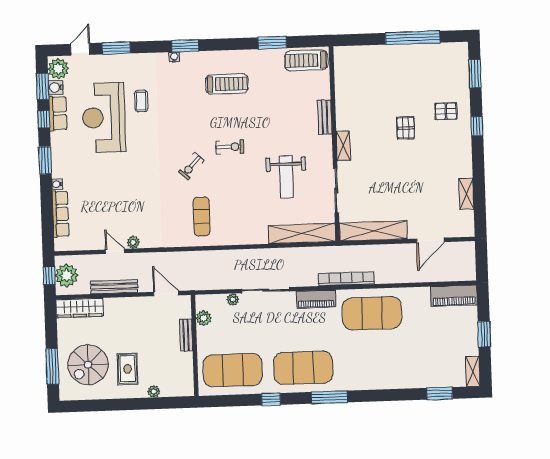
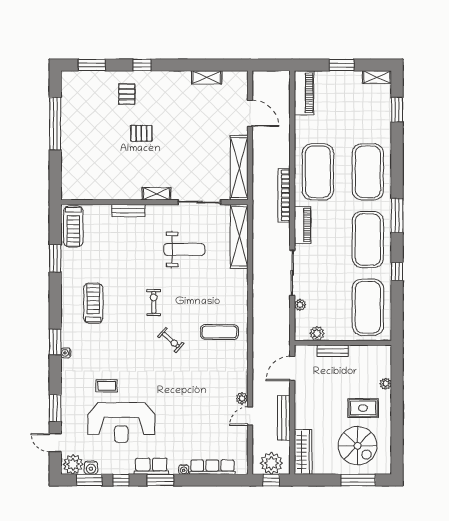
row of seats: (58, 113) -> (151, 466), moved
exercise mat: (374, 365) -> (368, 172), added

